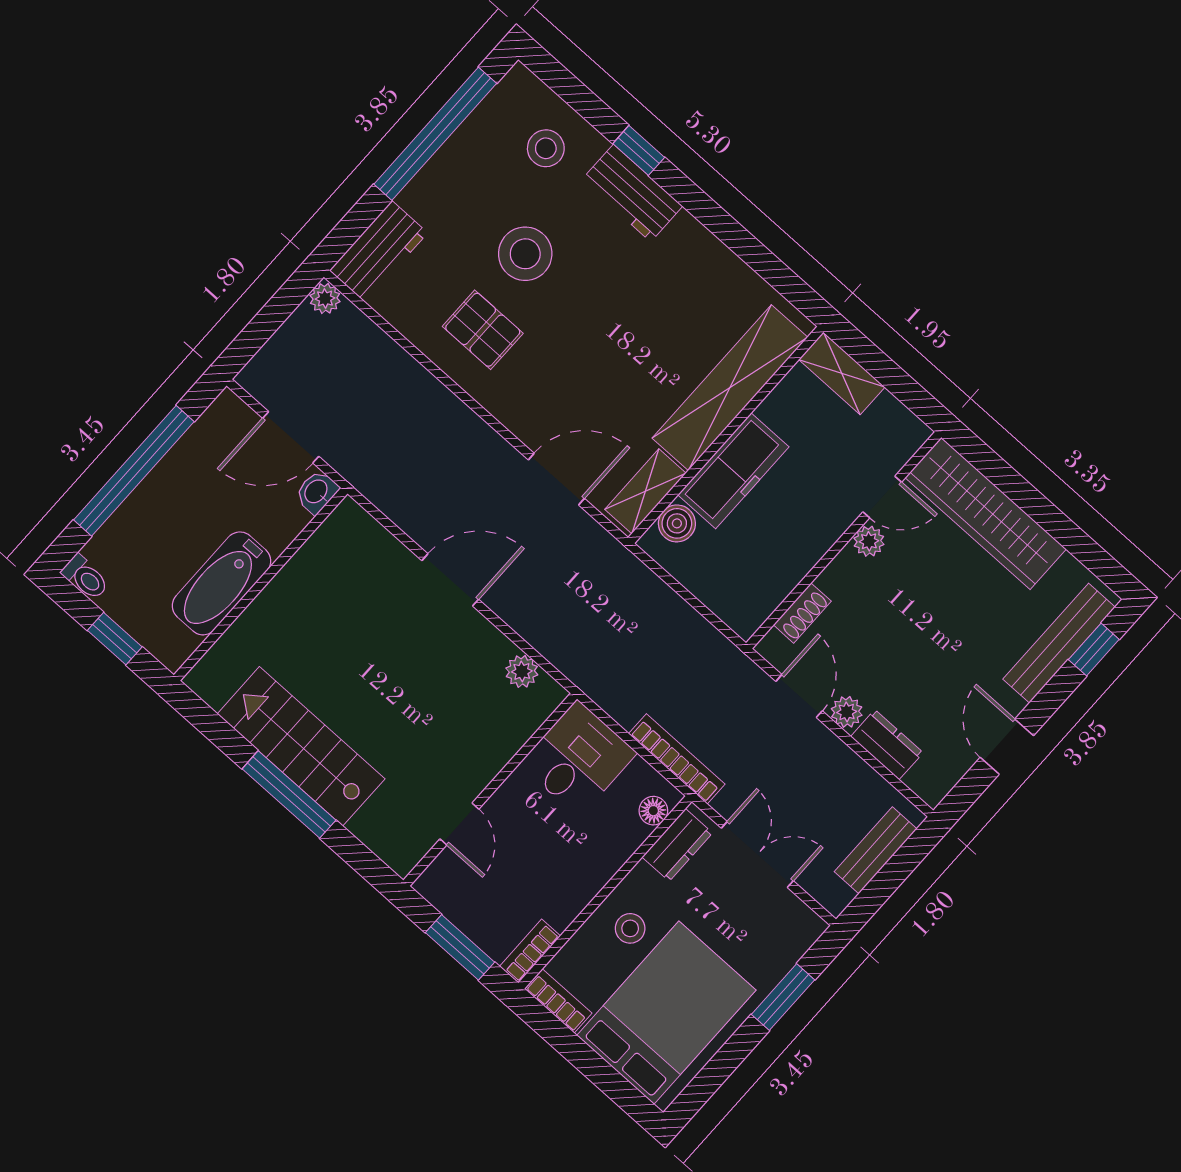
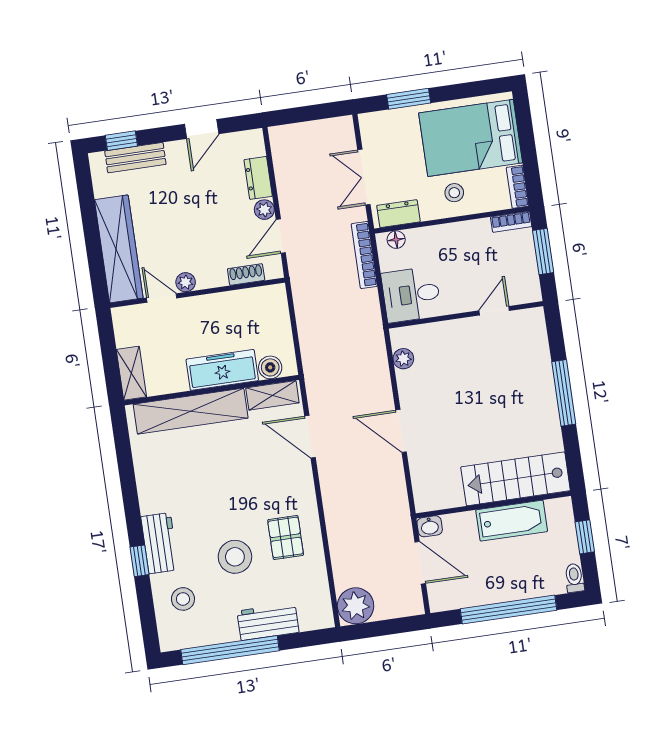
workbench: (379, 252) -> (268, 622), moved
plant: (325, 298) -> (356, 606), width x1.87, depth x1.87
bench: (1059, 643) -> (135, 158), width x0.73
stairs: (301, 746) -> (516, 479), moved, turned 90
bench: (876, 850) -> (306, 132), removed

